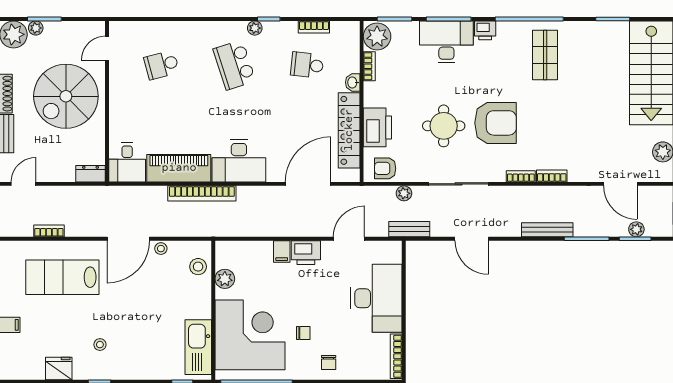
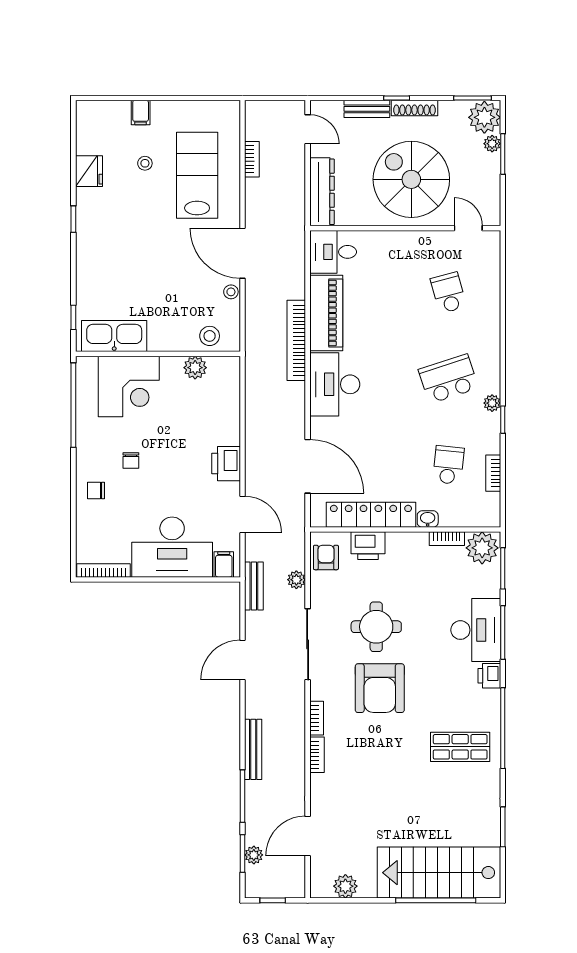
printer: (377, 127) -> (368, 546), width x0.73, depth x0.84
dresser: (91, 174) -> (322, 192), width x1.96, depth x1.24
filing cabinet: (282, 251) -> (224, 564), moved, turned 90
corner desk: (250, 335) -> (129, 386), width x0.74, depth x0.74
stool: (100, 345) -> (145, 163), moved

